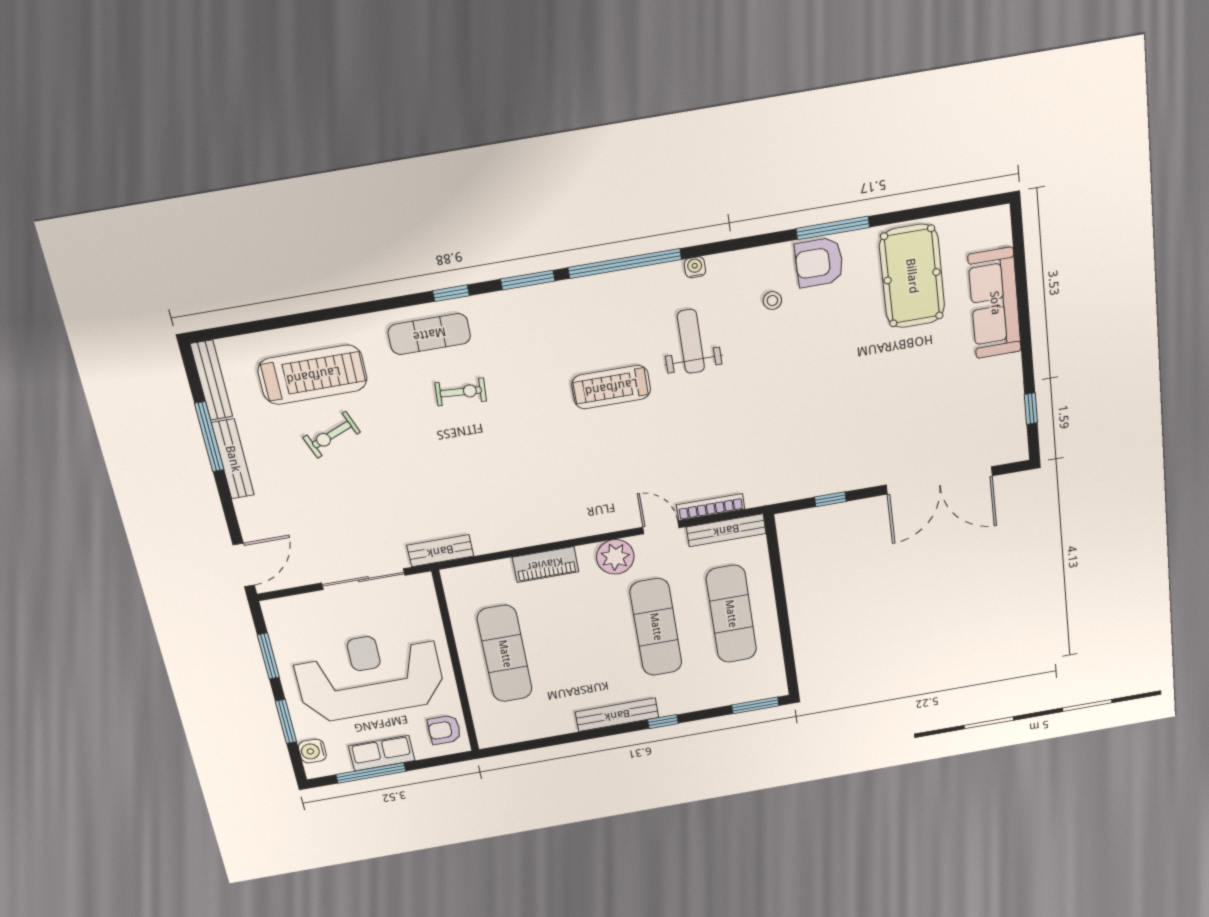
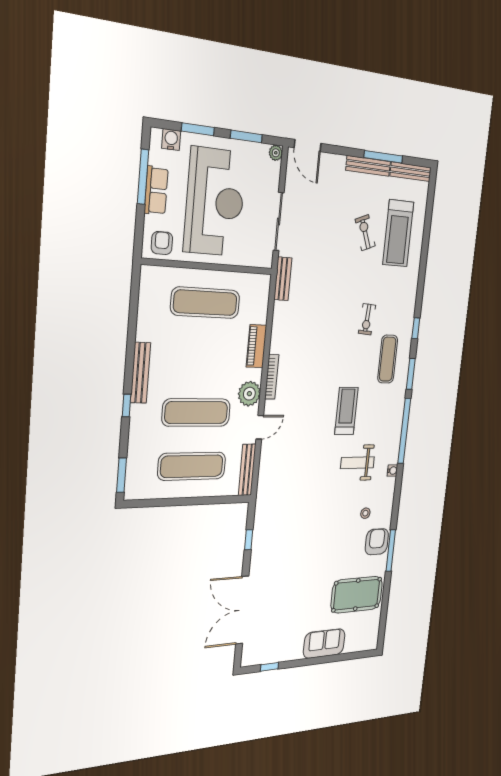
sofa: (995, 303) -> (324, 644), width x0.73
exercise mat: (429, 334) -> (388, 359), moved
weight bench: (691, 341) -> (357, 463), turned 180
bookcase: (711, 507) -> (272, 377), moved
plant: (273, 609) -> (276, 153), added

